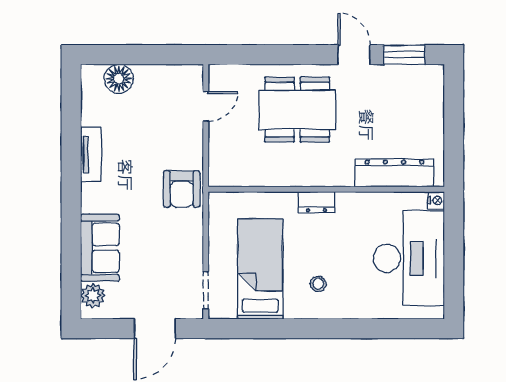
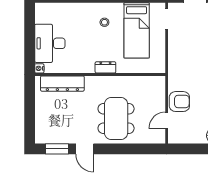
dining table: (297, 110) -> (116, 118), turned 90
armchair: (182, 189) -> (179, 102), moved, turned 90
desk: (409, 258) -> (50, 43), width x0.73, depth x0.77

